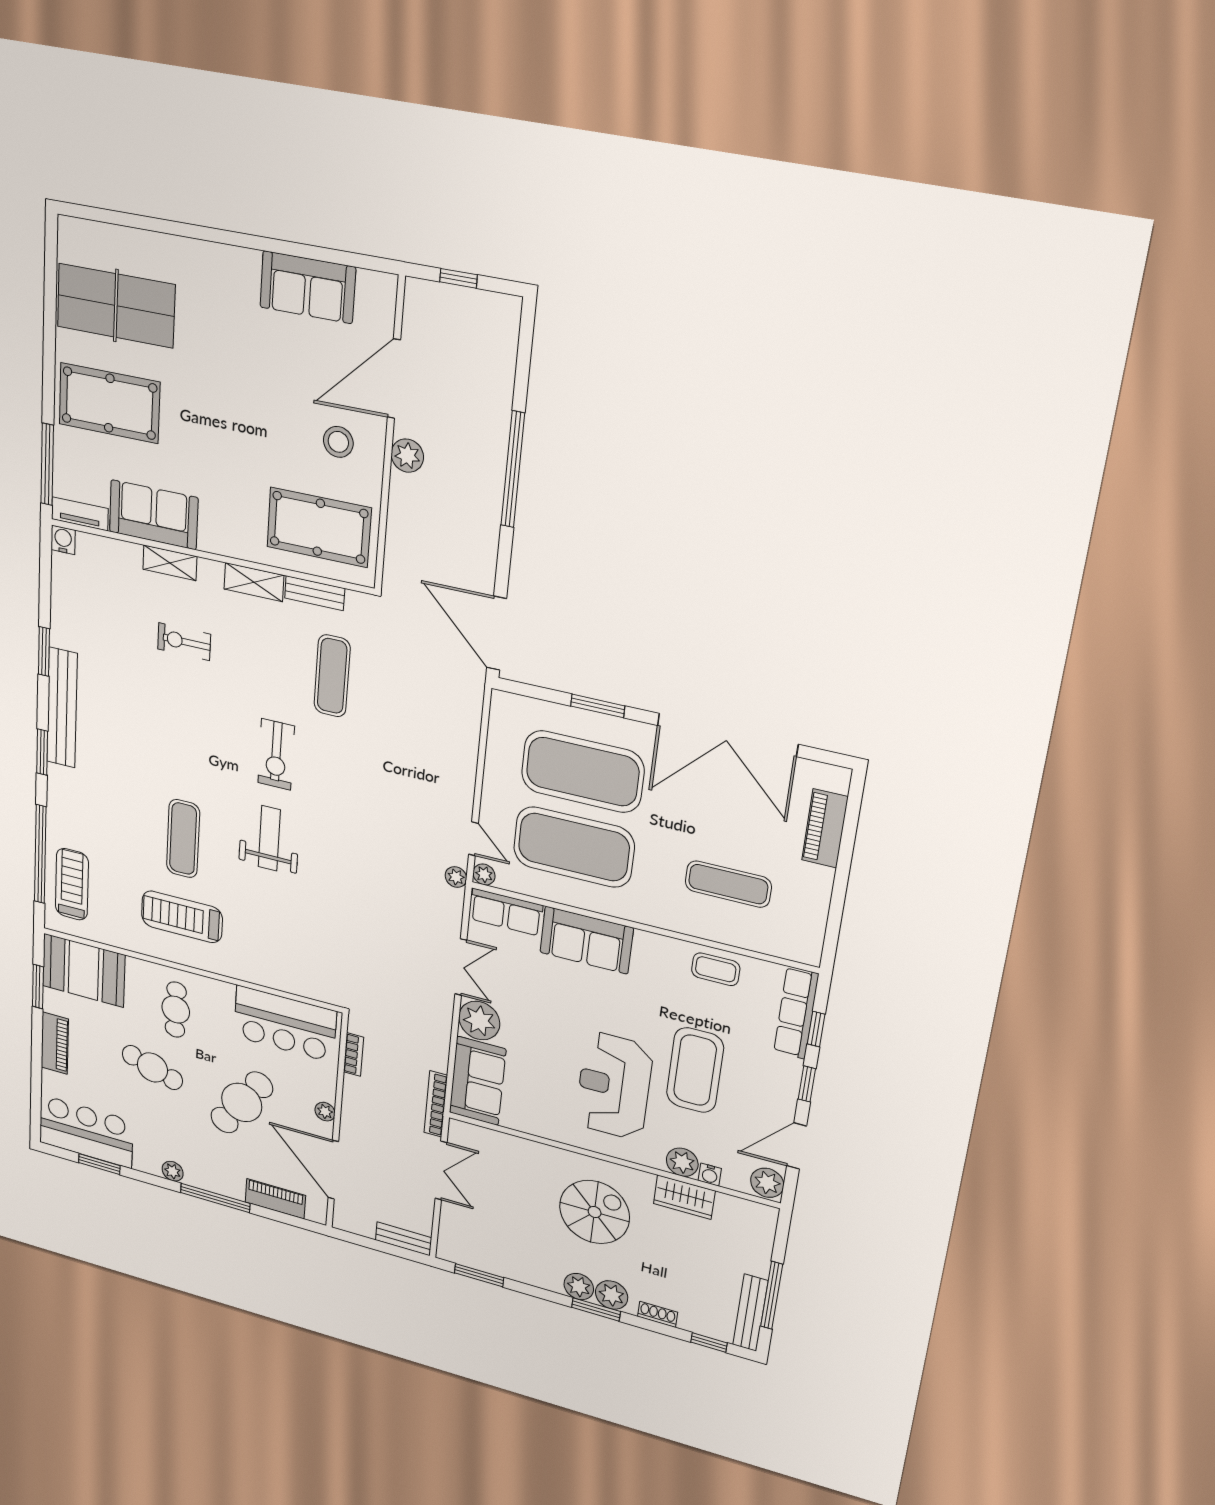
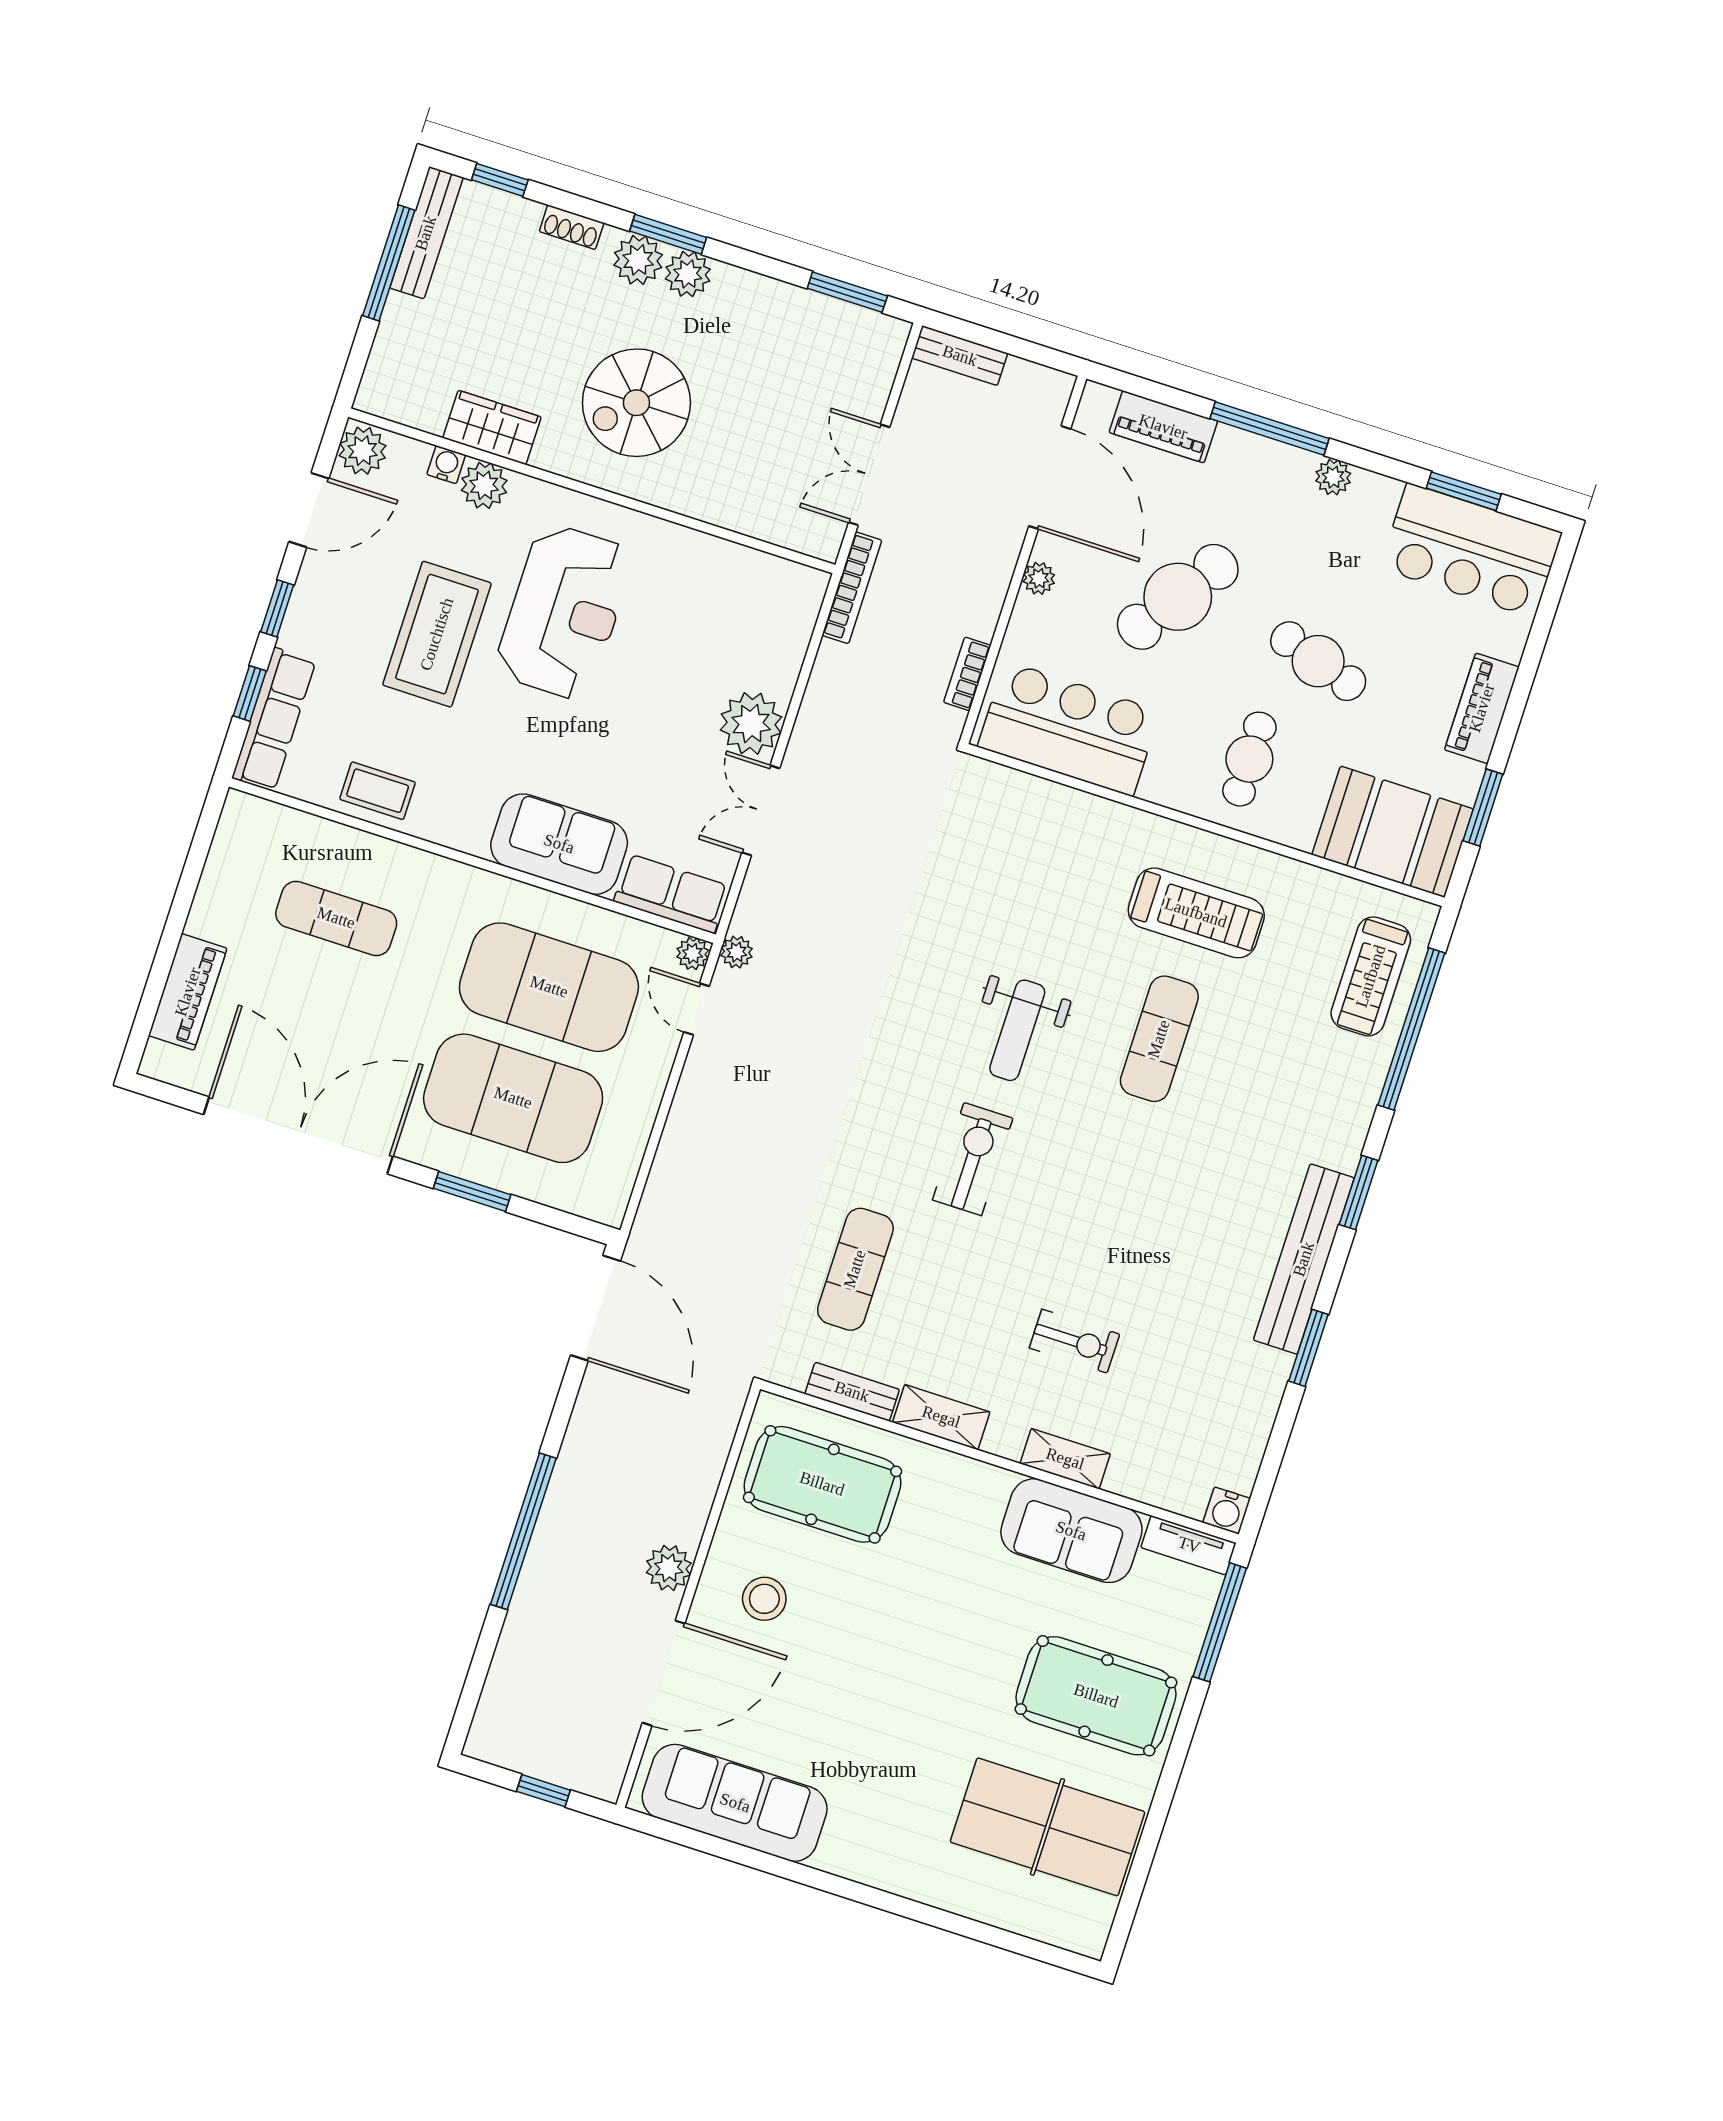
sofa: (308, 287) -> (735, 1803), width x1.36
sofa: (478, 1081) -> (776, 625), removed

